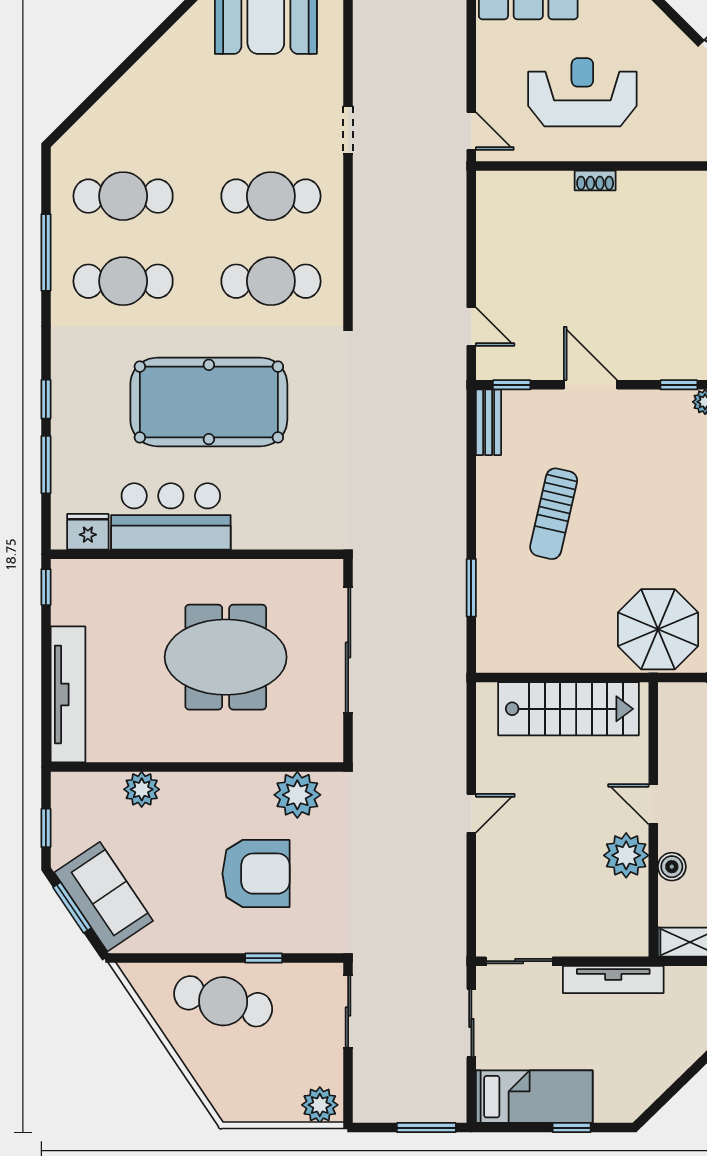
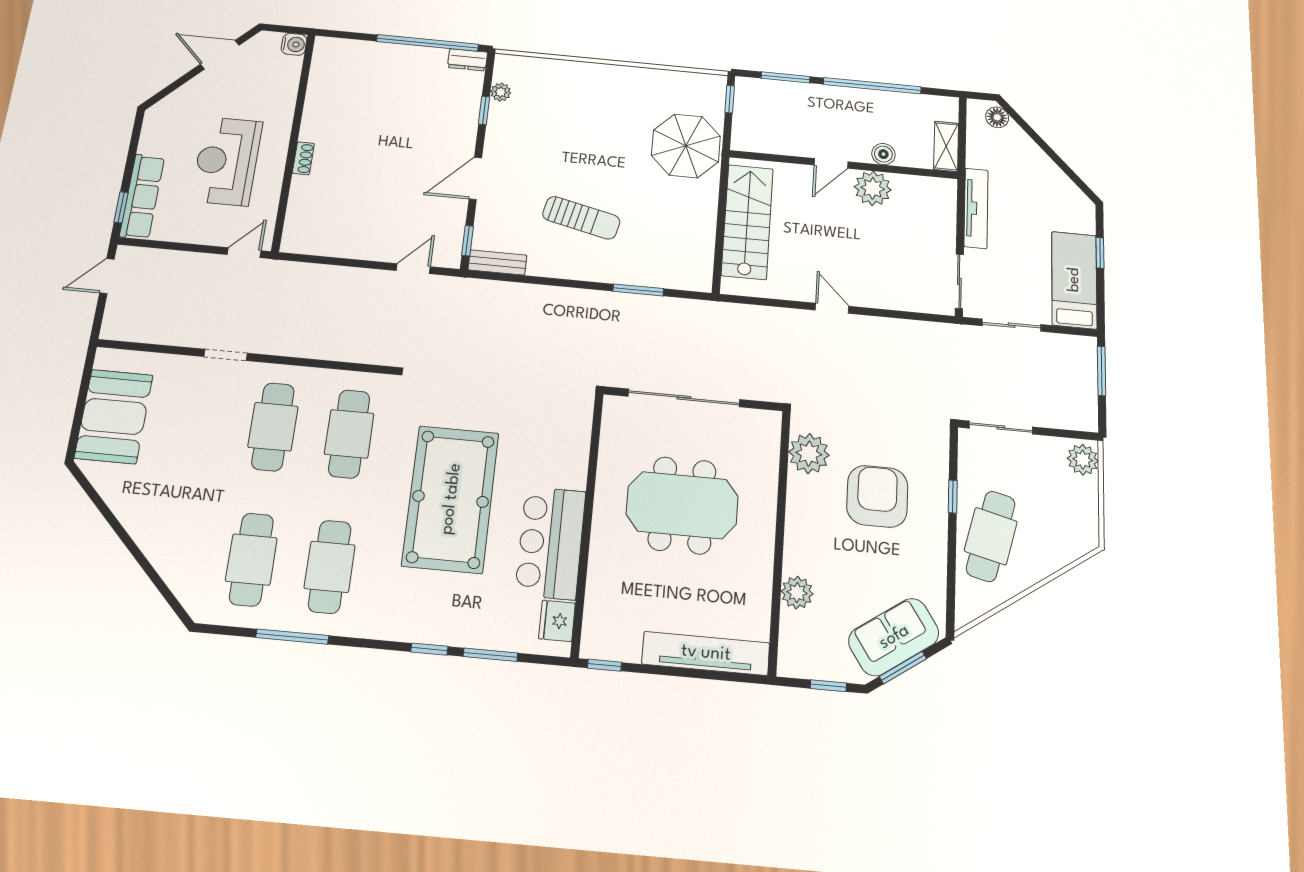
meeting table: (226, 657) -> (682, 505), turned 90

